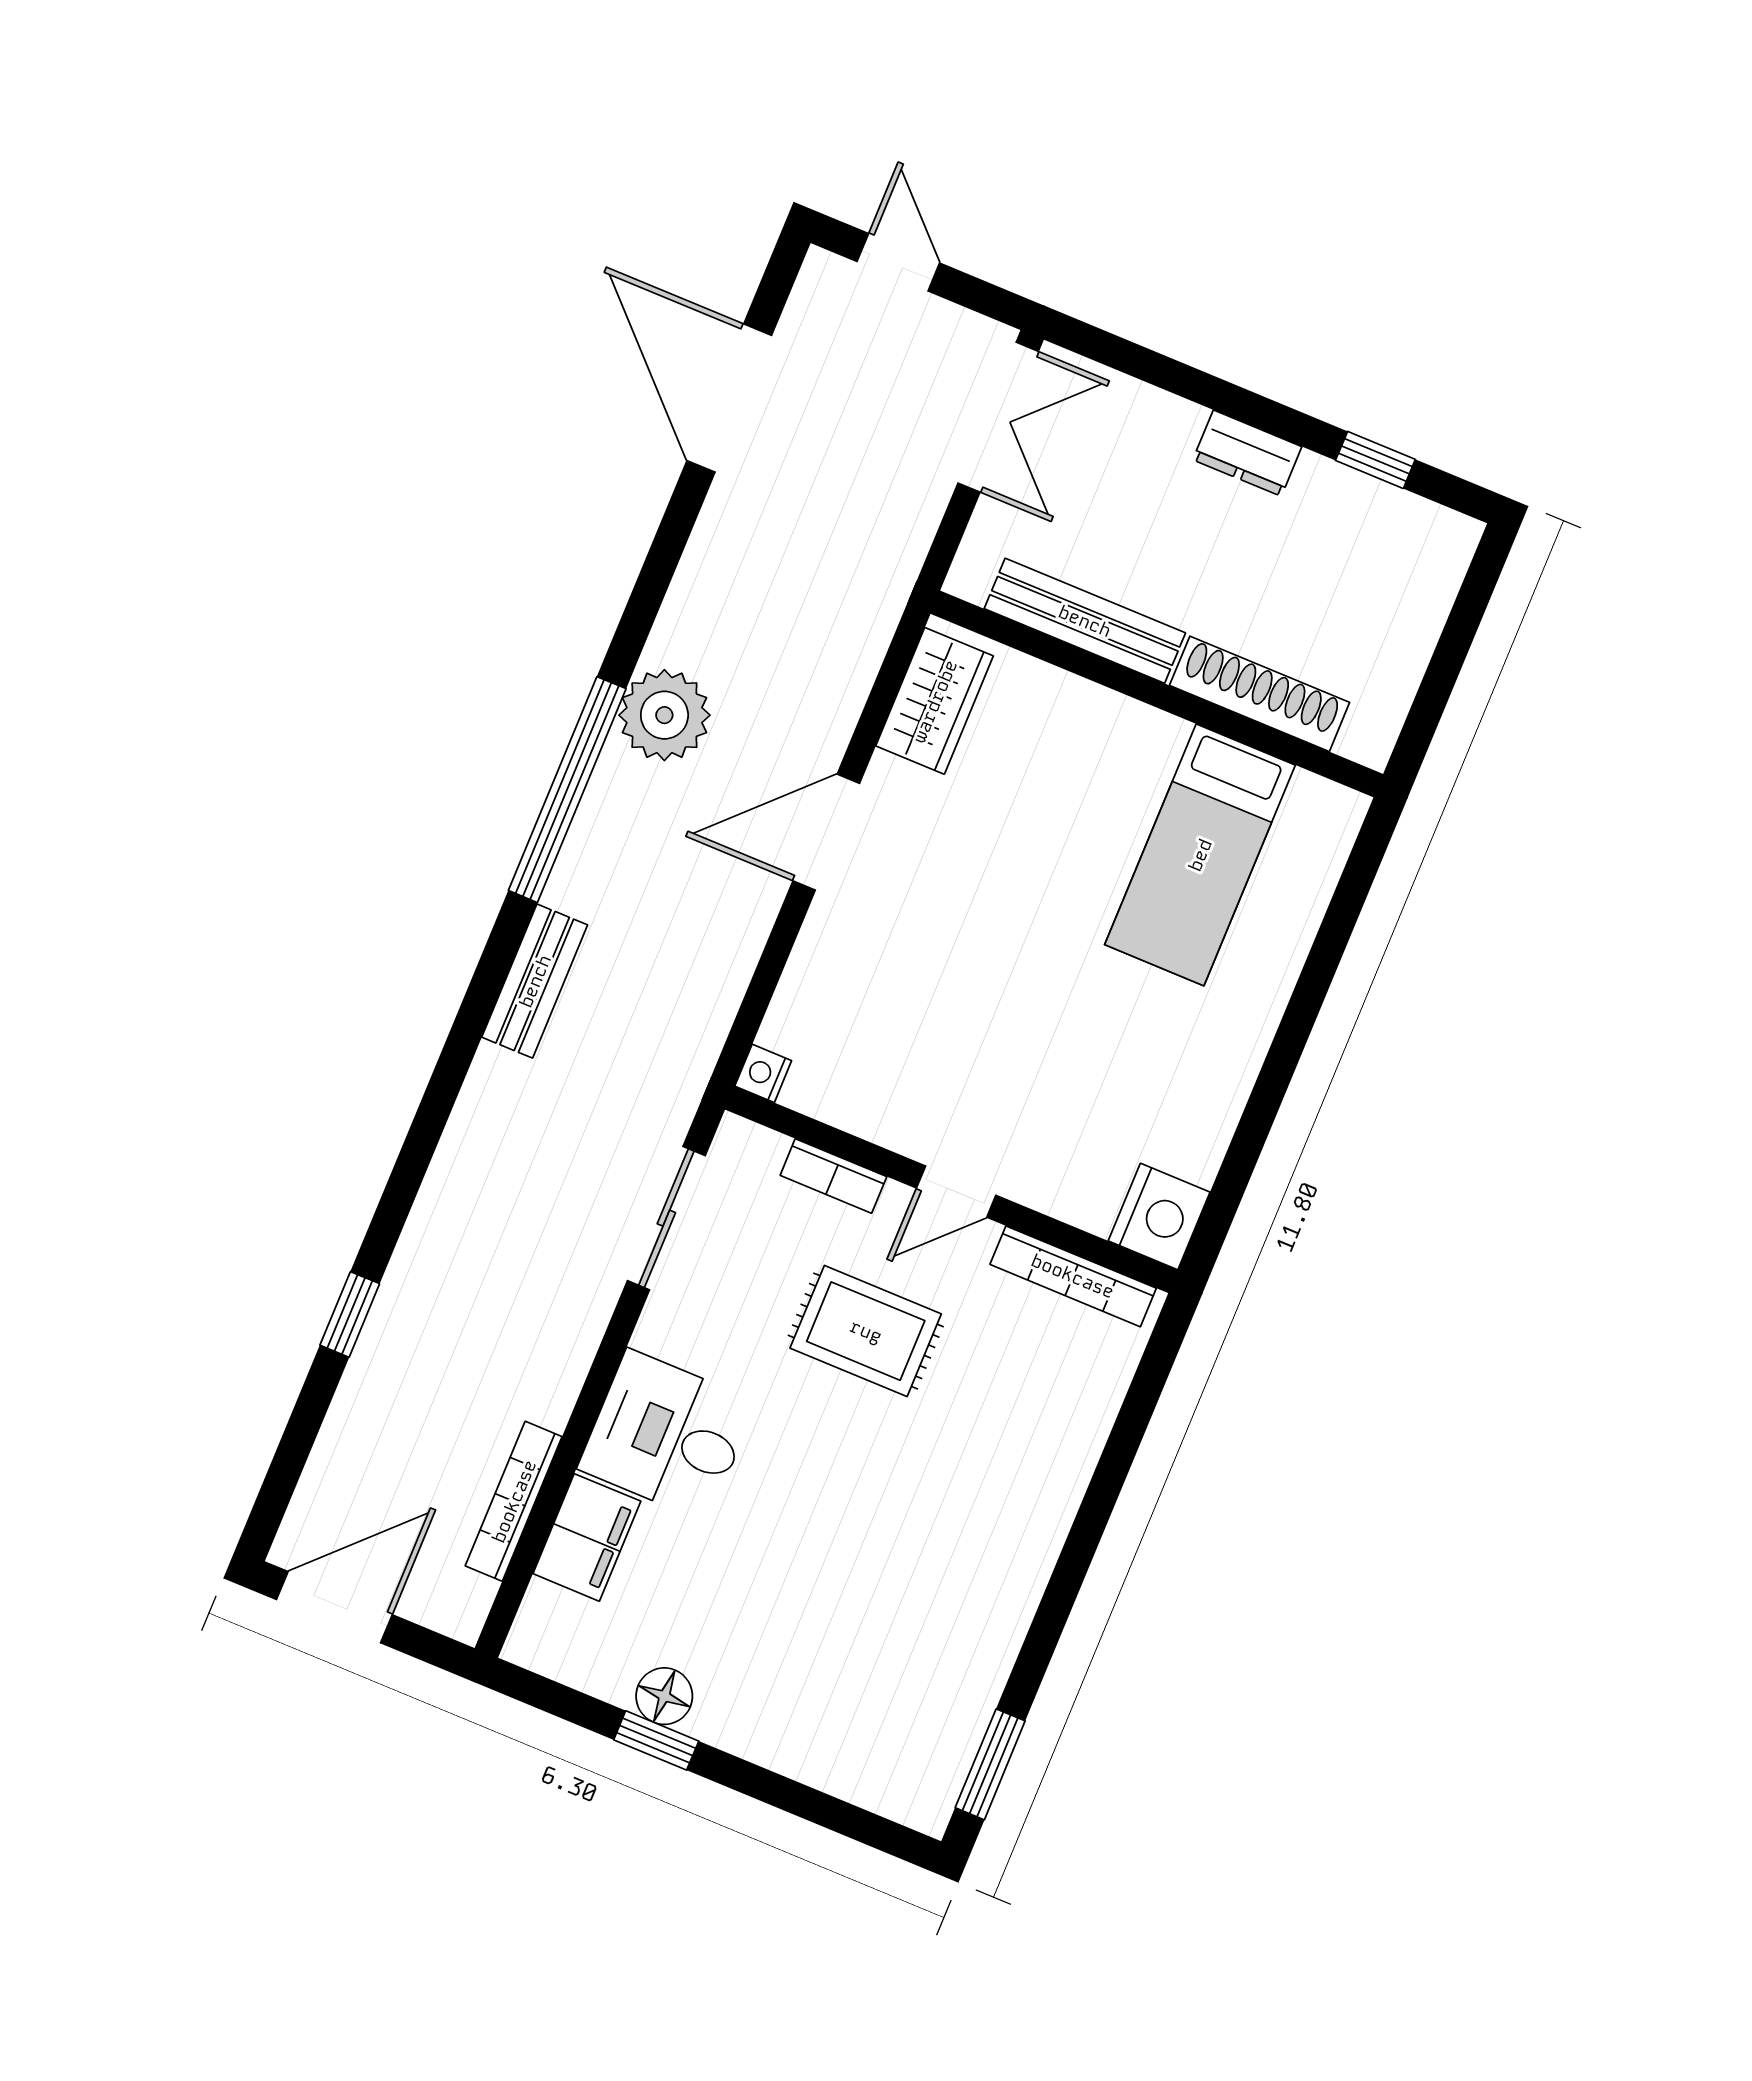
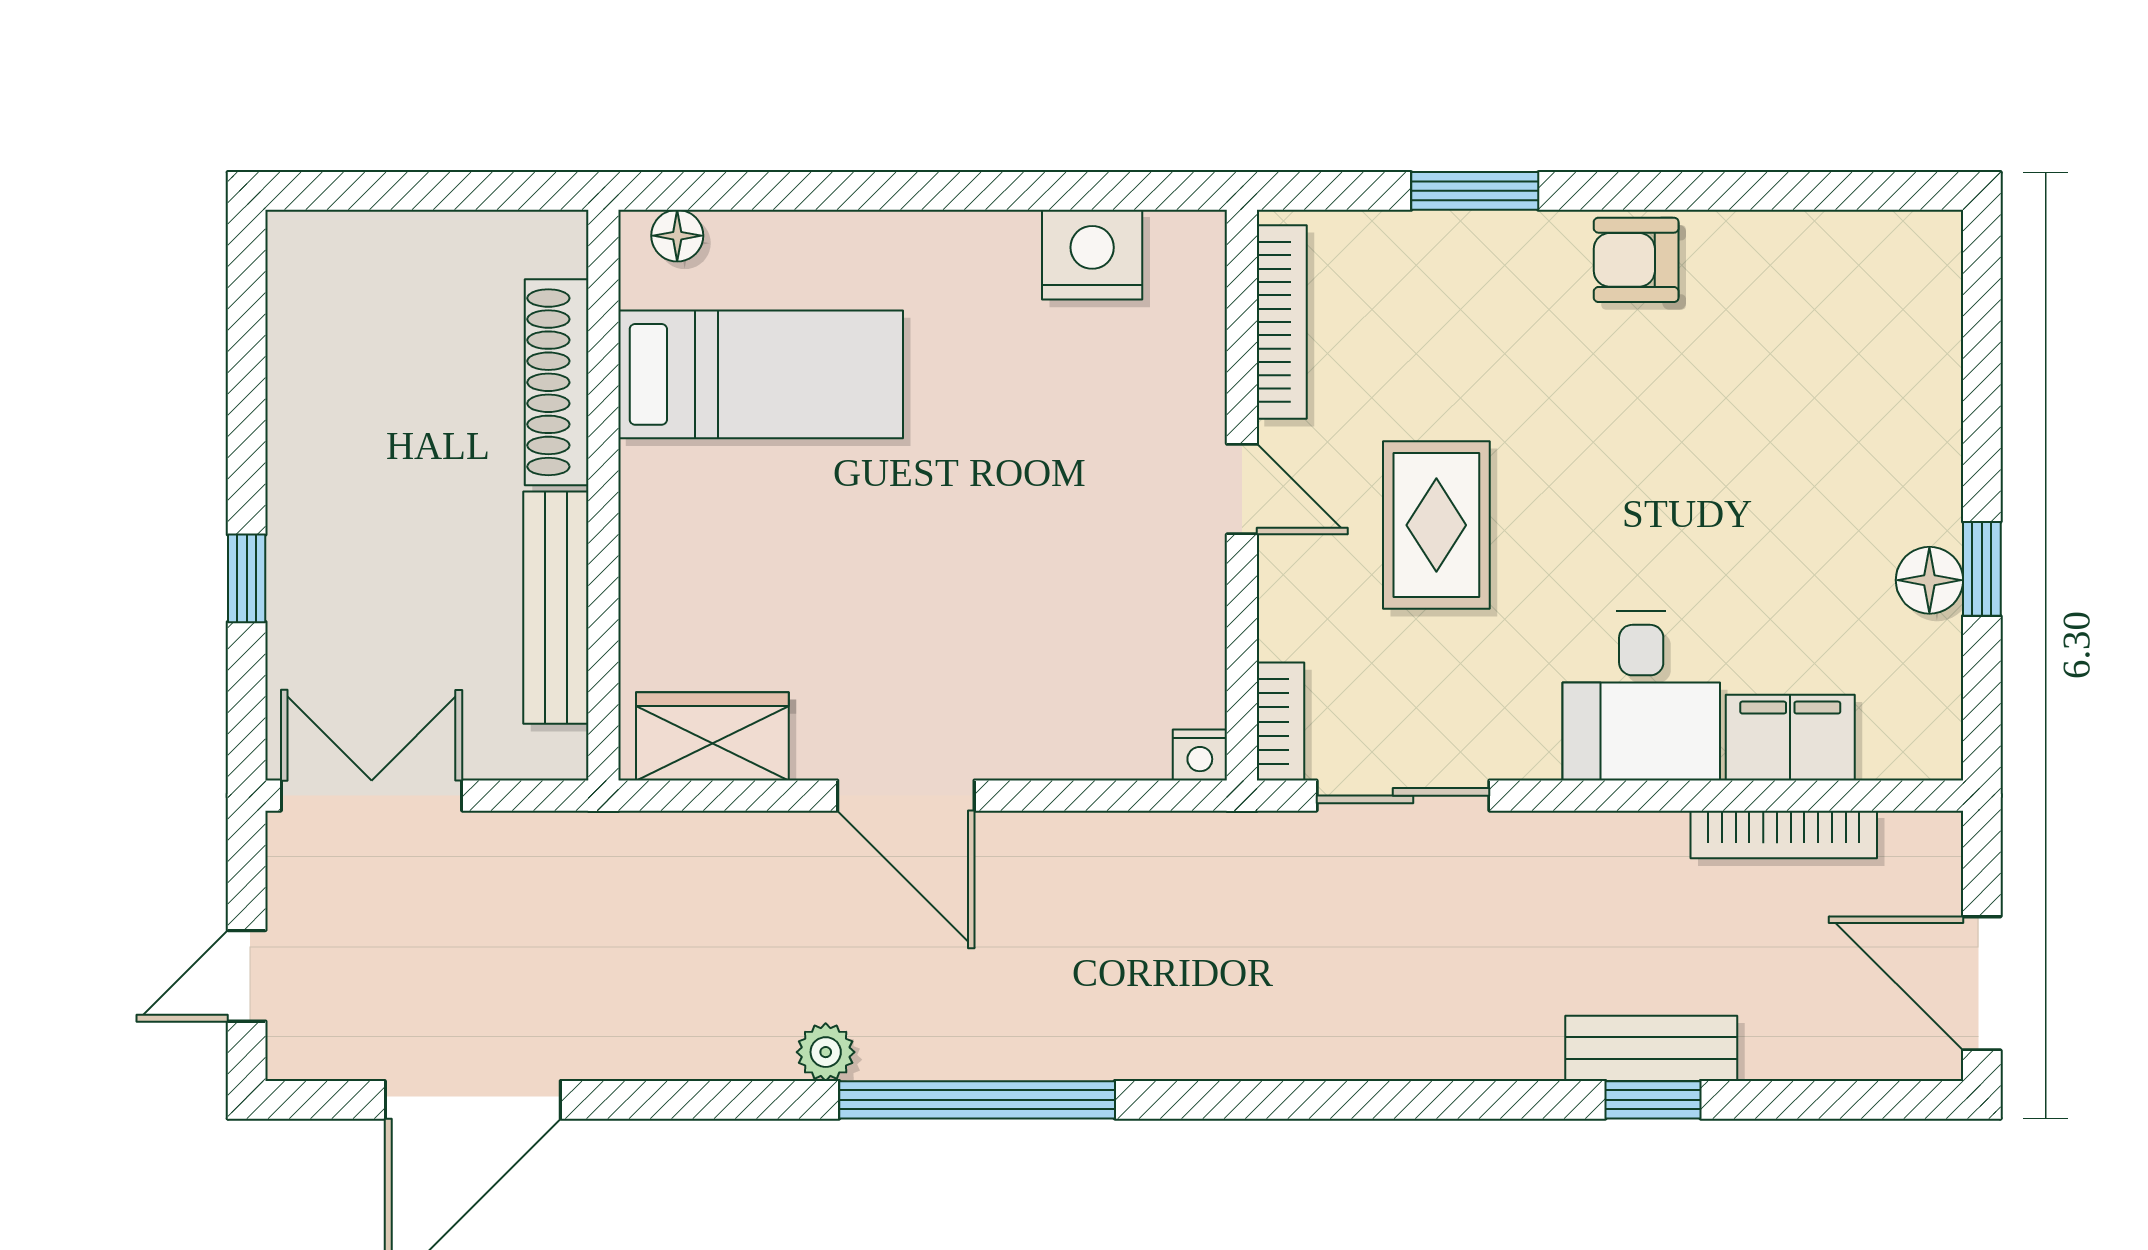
dresser: (1247, 453) -> (298, 505), removed
window: (1375, 460) -> (247, 578), moved
plant: (664, 715) -> (826, 1052), width x0.53, depth x0.53
floor lamp: (1335, 835) -> (677, 236), added
bench: (535, 981) -> (1651, 1048), moved
bookcase: (833, 1176) -> (1281, 722), moved
nightstand: (1159, 1216) -> (1092, 255), moved
armchair: (1007, 1571) -> (1636, 260), added
window: (990, 1764) -> (1475, 191), moved

